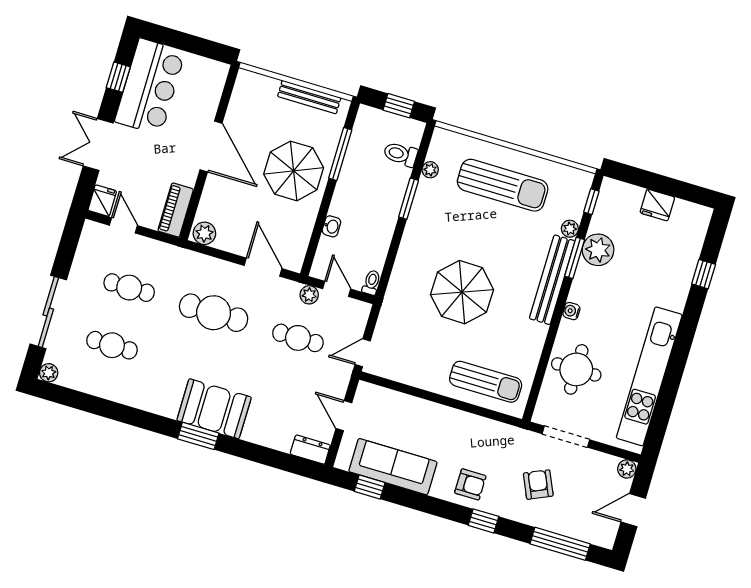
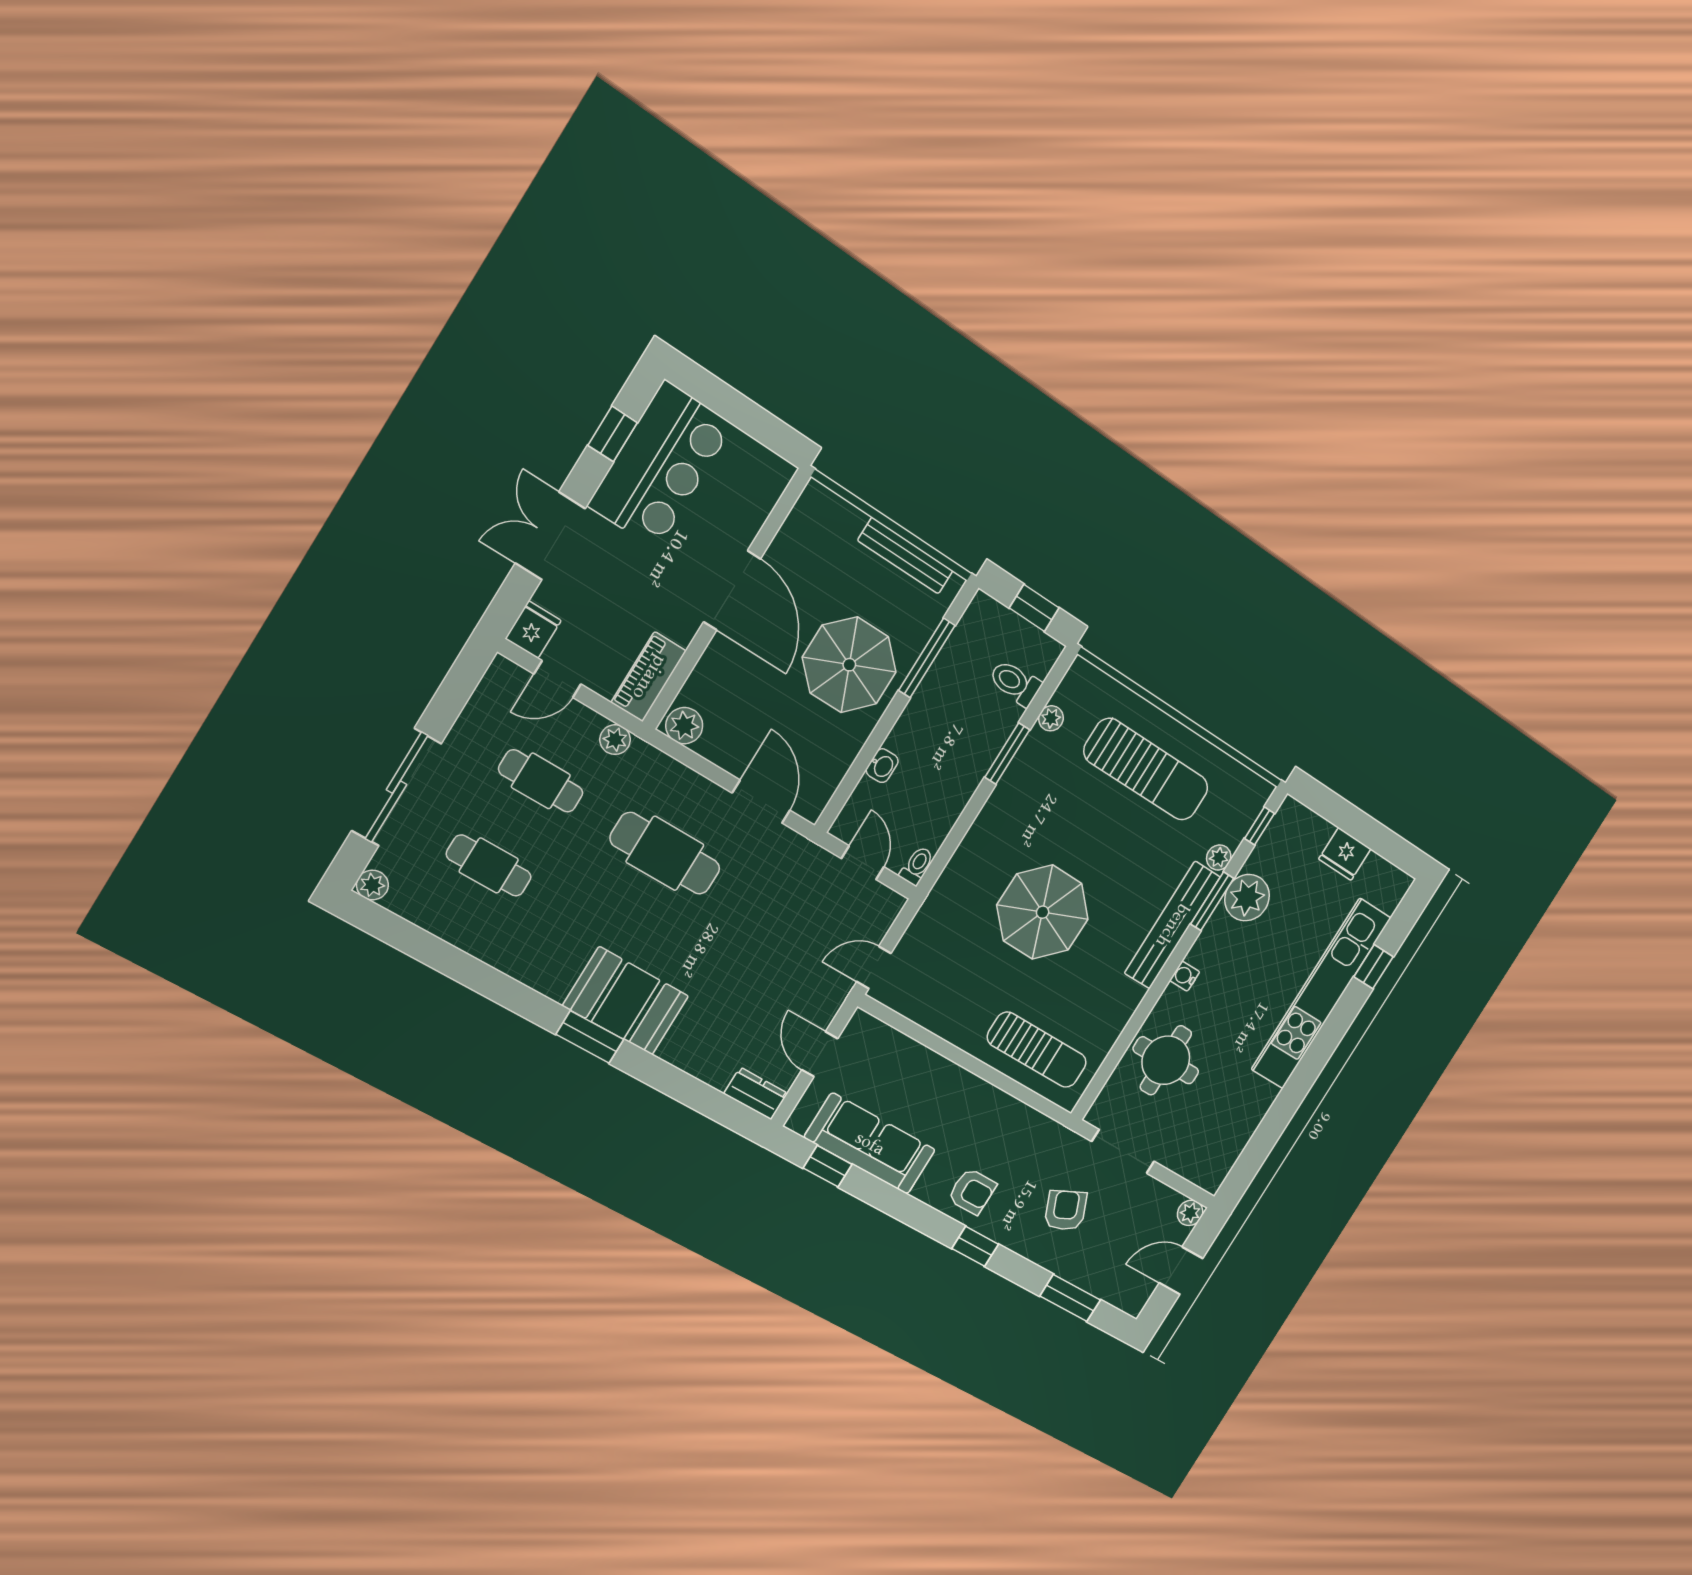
door: (123, 225) -> (558, 679), swing flipped
plant: (309, 295) -> (615, 740), moved
cafe table: (298, 338) -> (784, 923), removed
kitchen unit: (649, 376) -> (1321, 994), moved
window: (560, 544) -> (1070, 1298), width x0.69

